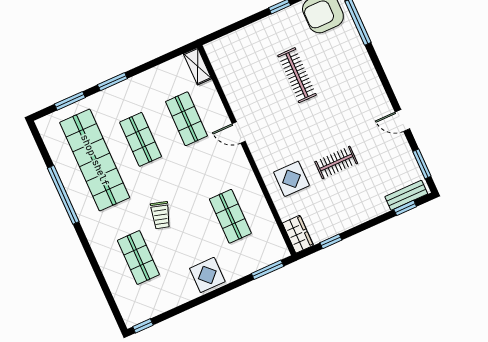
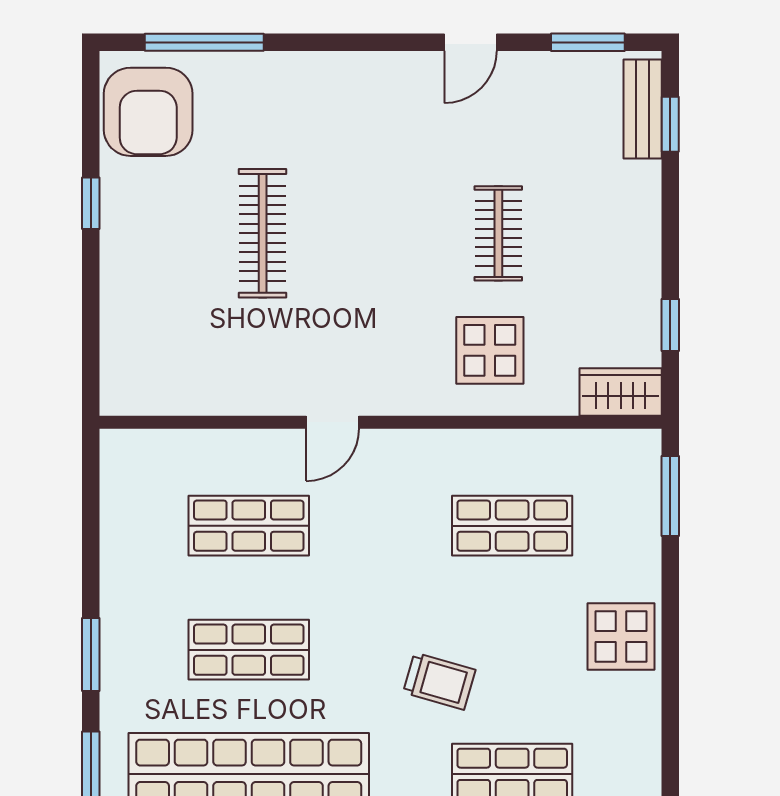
shelving: (197, 66) -> (142, 448), removed
clothes rail: (297, 75) -> (263, 233), turned 90

